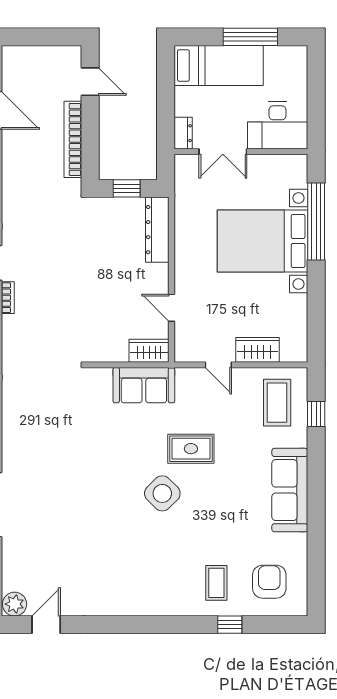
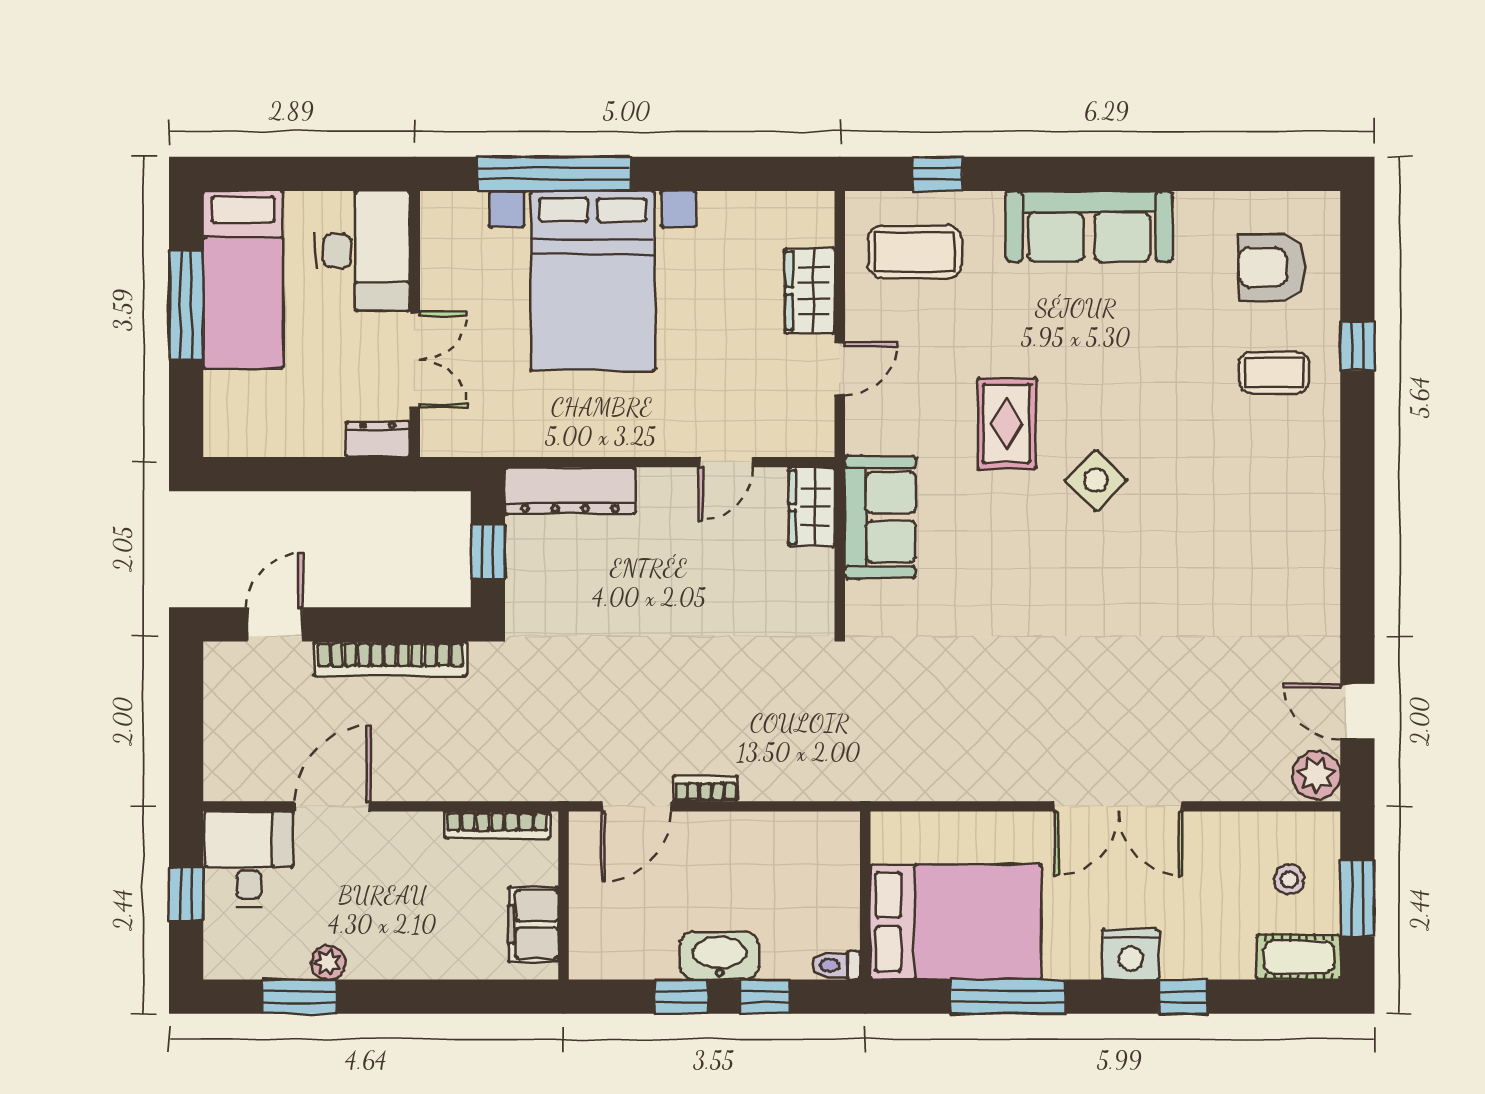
bed: (219, 66) -> (243, 280), moved, turned 180
side table: (162, 493) -> (1096, 480), width x0.73, depth x0.73

